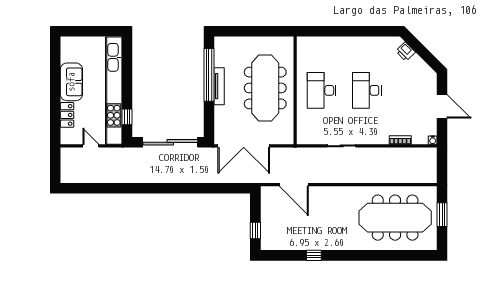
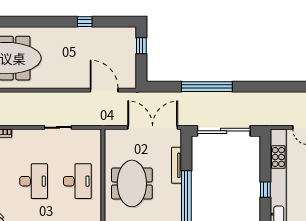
tv unit: (219, 86) -> (176, 165), moved
meeting table: (265, 88) -> (132, 183), width x0.73
window: (127, 117) -> (265, 190), moved
window: (188, 188) -> (207, 87), added

